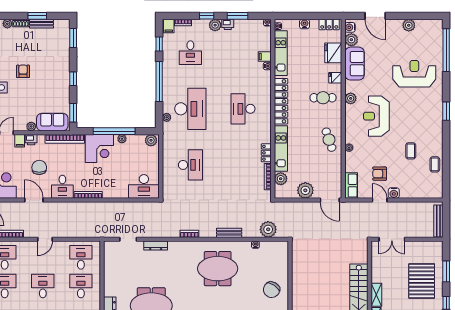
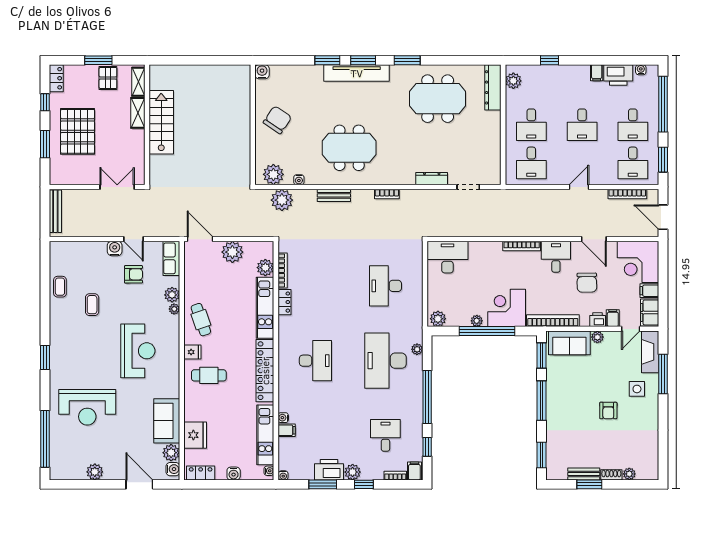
printer: (228, 24) -> (329, 470), width x1.87, depth x1.48
fridge: (335, 78) -> (192, 352), moved
window: (73, 79) -> (541, 401), width x2.17
plant: (351, 98) -> (172, 295), moved
plant: (275, 249) -> (273, 174), added

